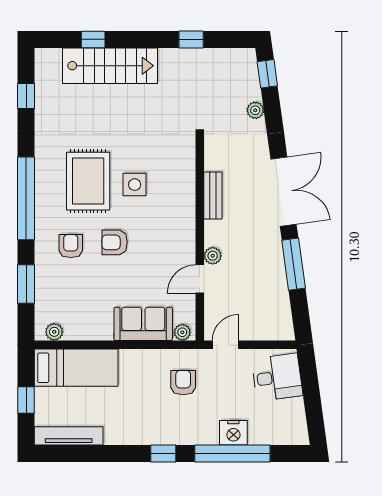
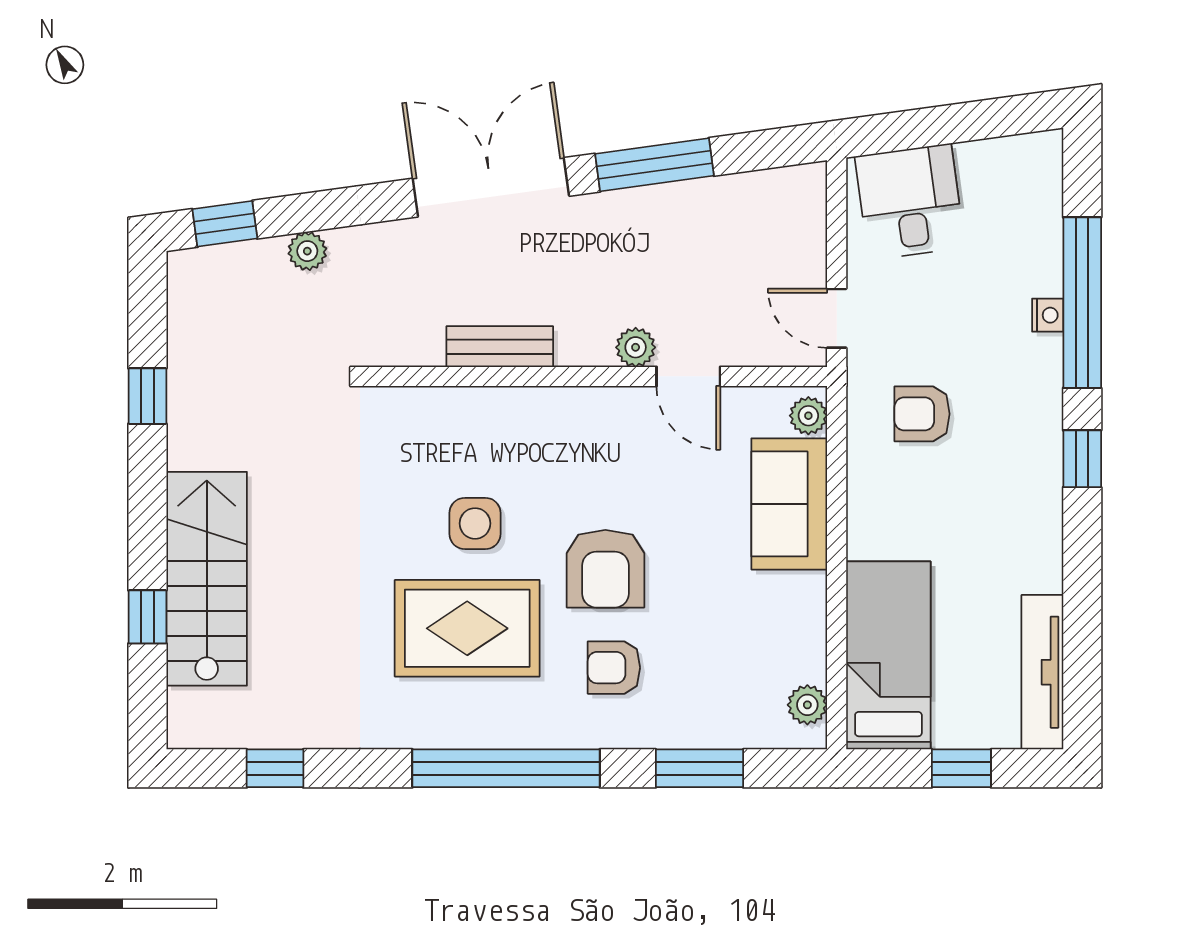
armchair: (115, 242) -> (605, 569), width x1.38, depth x1.38
nightstand: (233, 433) -> (1048, 315), width x0.53, depth x0.56

